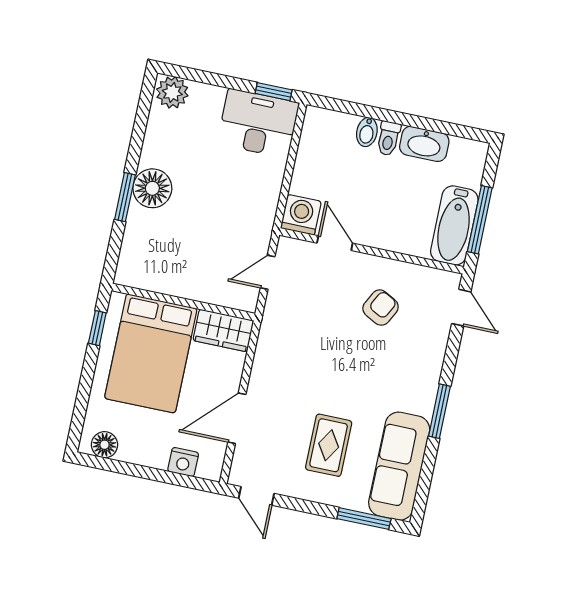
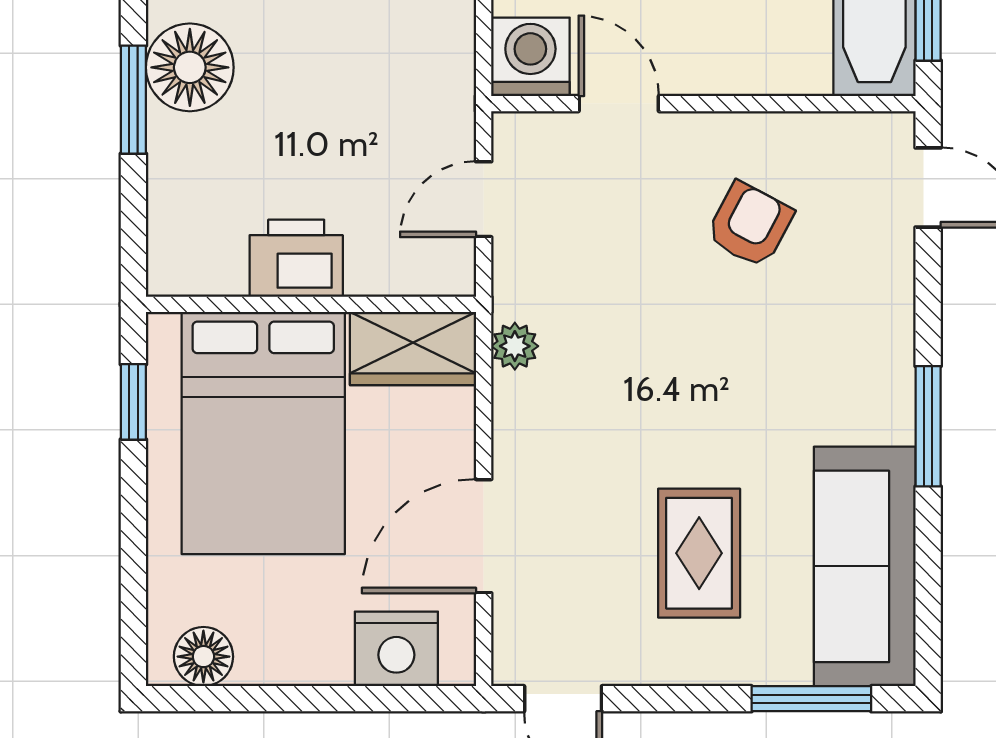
printer: (181, 281) -> (296, 258), added
plant: (268, 339) -> (515, 346), added
nightstand: (183, 462) -> (396, 649), width x1.36, depth x1.33

